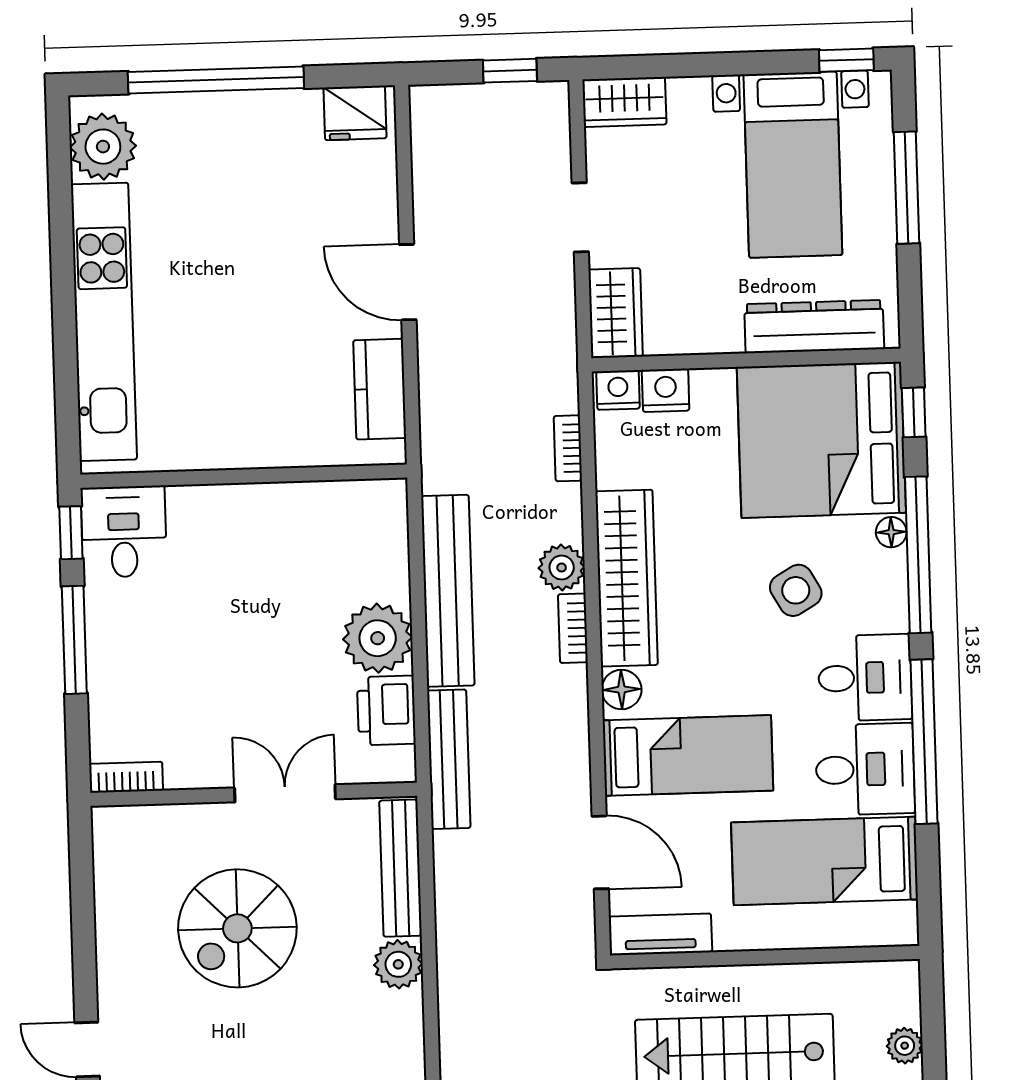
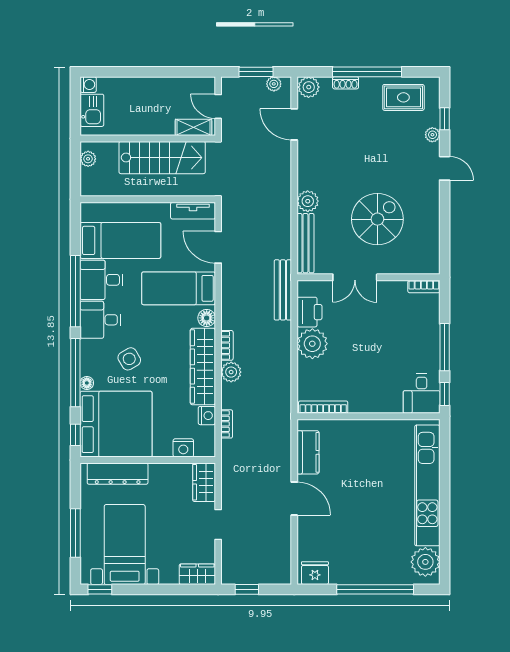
nightstand: (618, 390) -> (207, 416), moved, turned -90
bookcase: (348, 494) -> (323, 407), added
bench: (448, 591) -> (281, 363), removed

